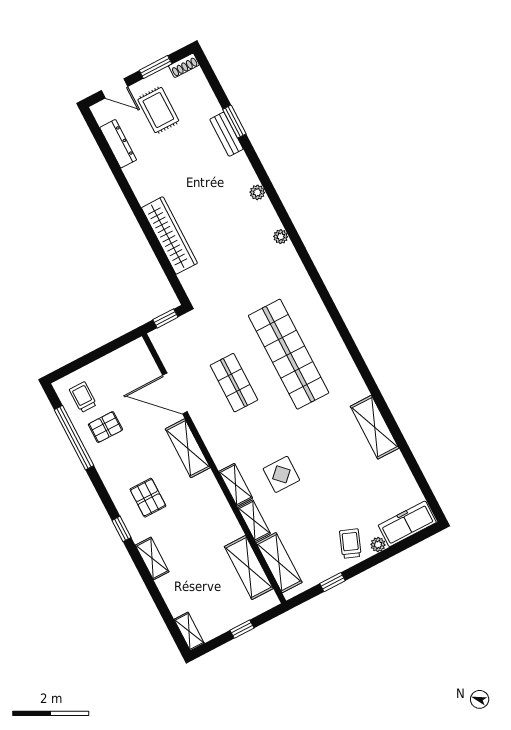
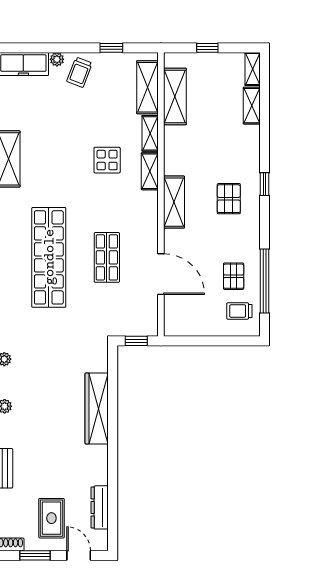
trolley: (83, 397) -> (239, 311), turned 90
pallet: (105, 427) -> (234, 276), turned 90
shelving: (188, 448) -> (174, 202), moved
shelving: (152, 558) -> (252, 106), moved

